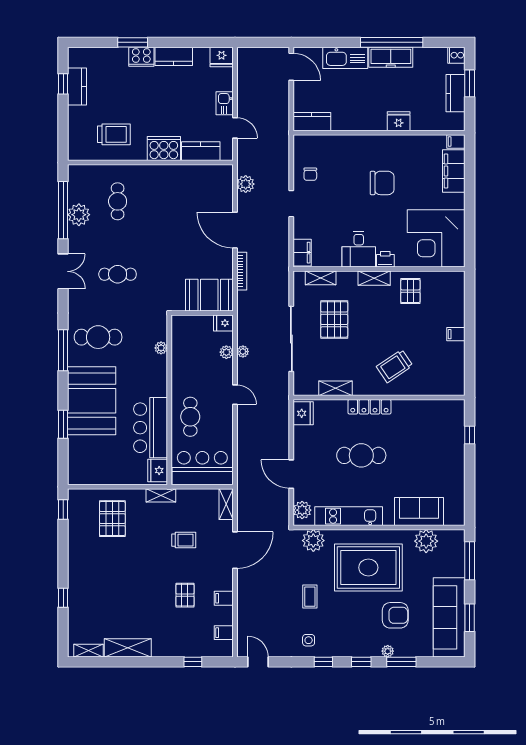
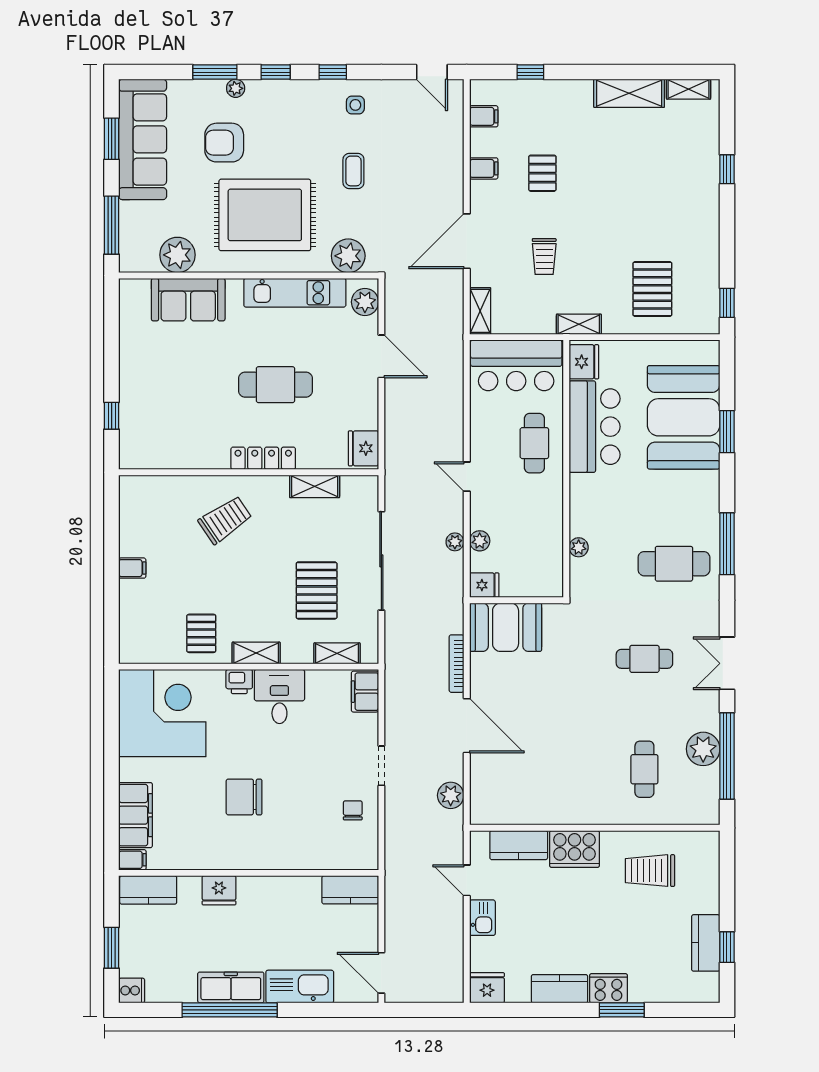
kitchen counter: (455, 93) -> (148, 890), moved, turned 90
booth: (92, 401) -> (684, 417), moved
trolley: (184, 540) -> (544, 256), turned -90

